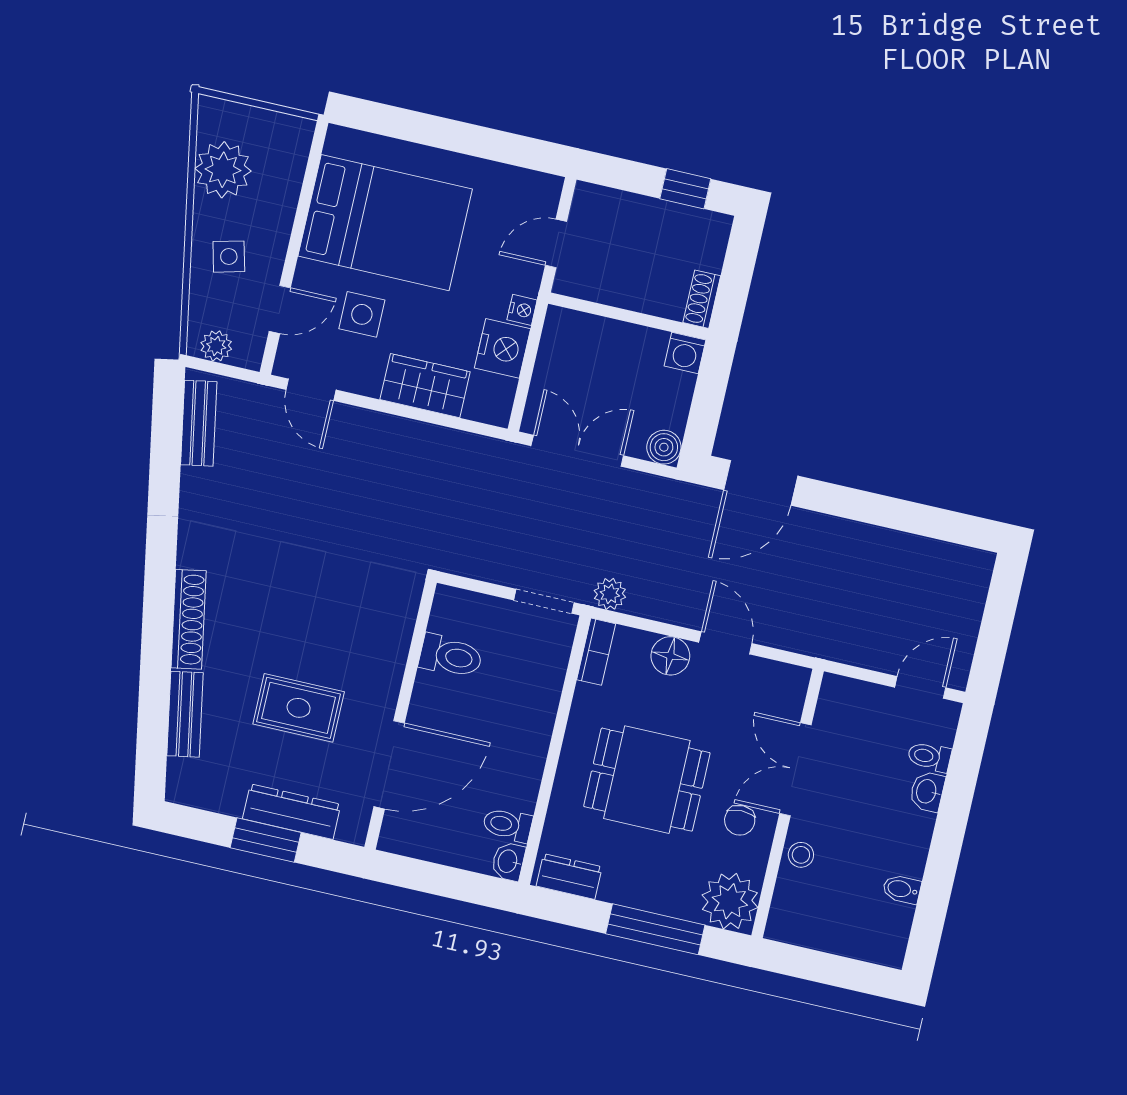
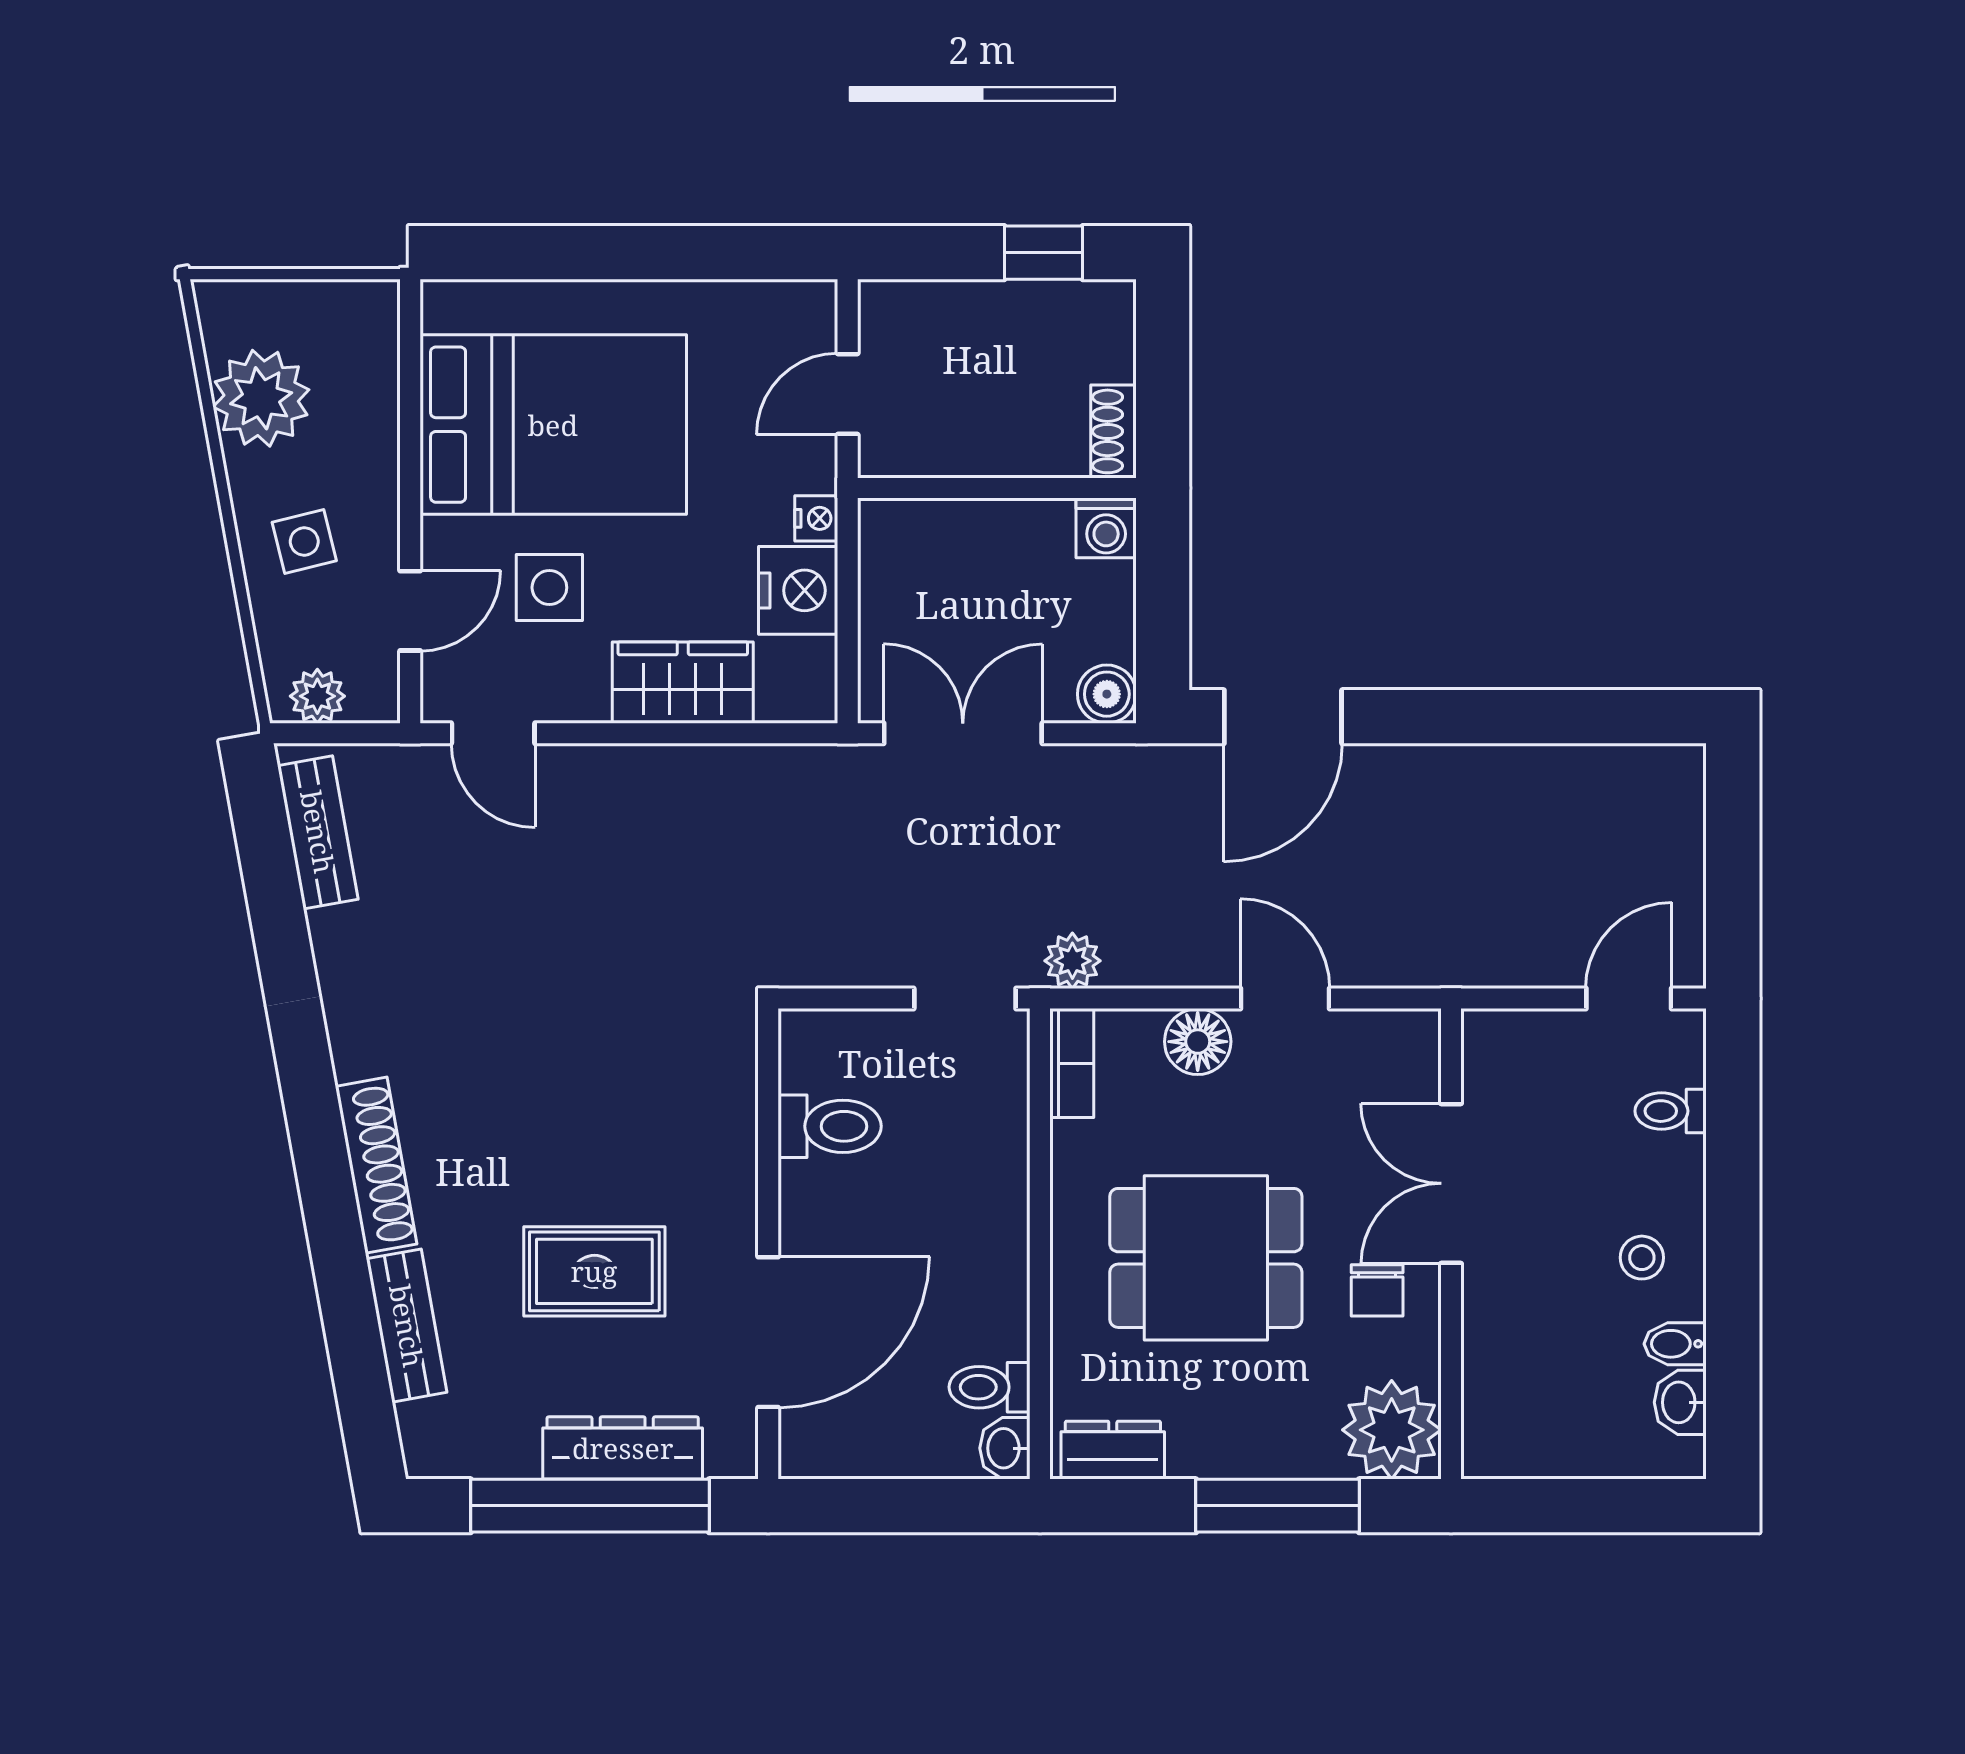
washbasin: (927, 792) -> (1680, 1402), moved
window: (266, 840) -> (590, 1506), width x2.11
stool: (801, 855) -> (1642, 1258), moved

